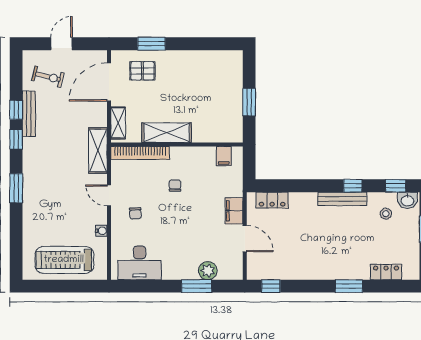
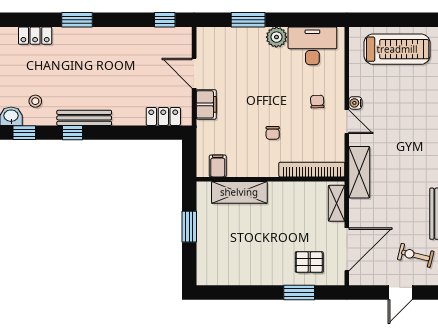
shelving: (167, 133) -> (239, 192), moved
water cooler: (101, 231) -> (355, 103), moved
plant: (208, 271) -> (276, 37), moved

